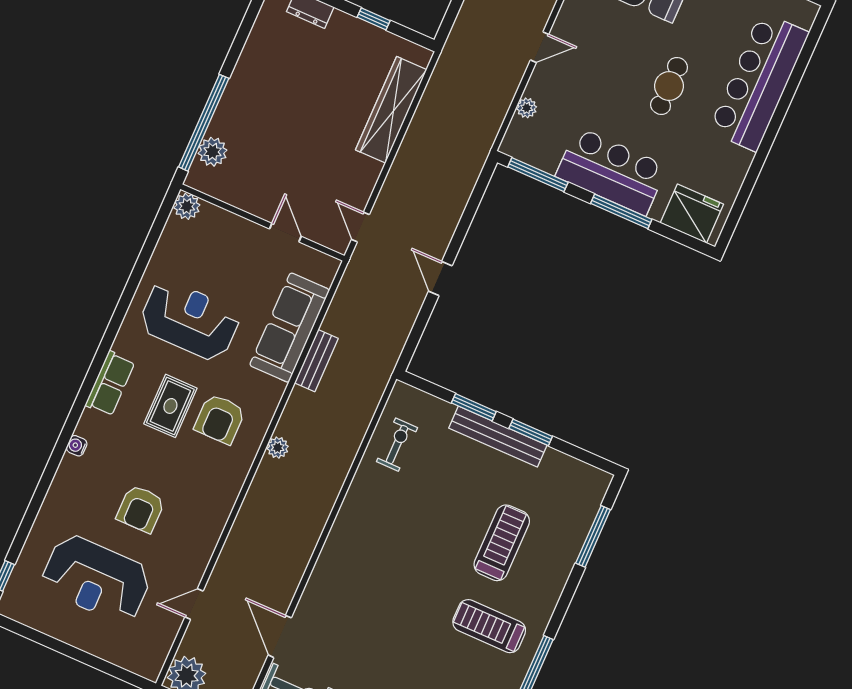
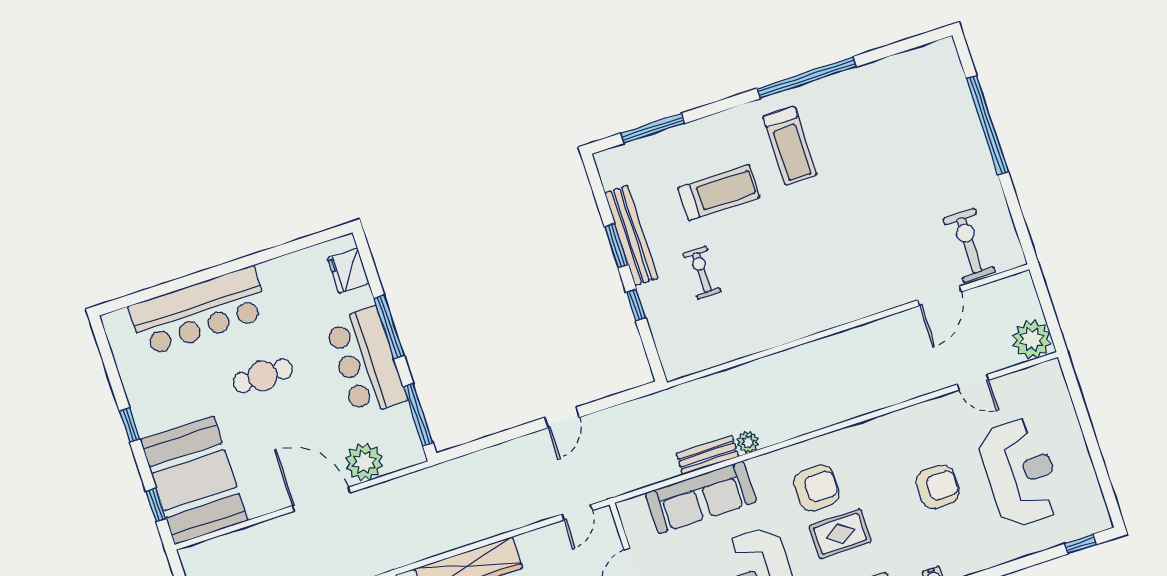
door: (540, 47) -> (321, 499), width x1.87
plant: (527, 108) -> (364, 462), width x1.87, depth x1.87
fridge: (692, 214) -> (348, 271), width x0.73, depth x0.75
window: (474, 407) -> (636, 305), width x0.67
bench: (498, 437) -> (631, 236), moved
exercise bike: (397, 445) -> (702, 273), moved, turned 90
plant: (278, 448) -> (748, 442), moved
treadmill: (502, 543) -> (719, 193), turned 180

